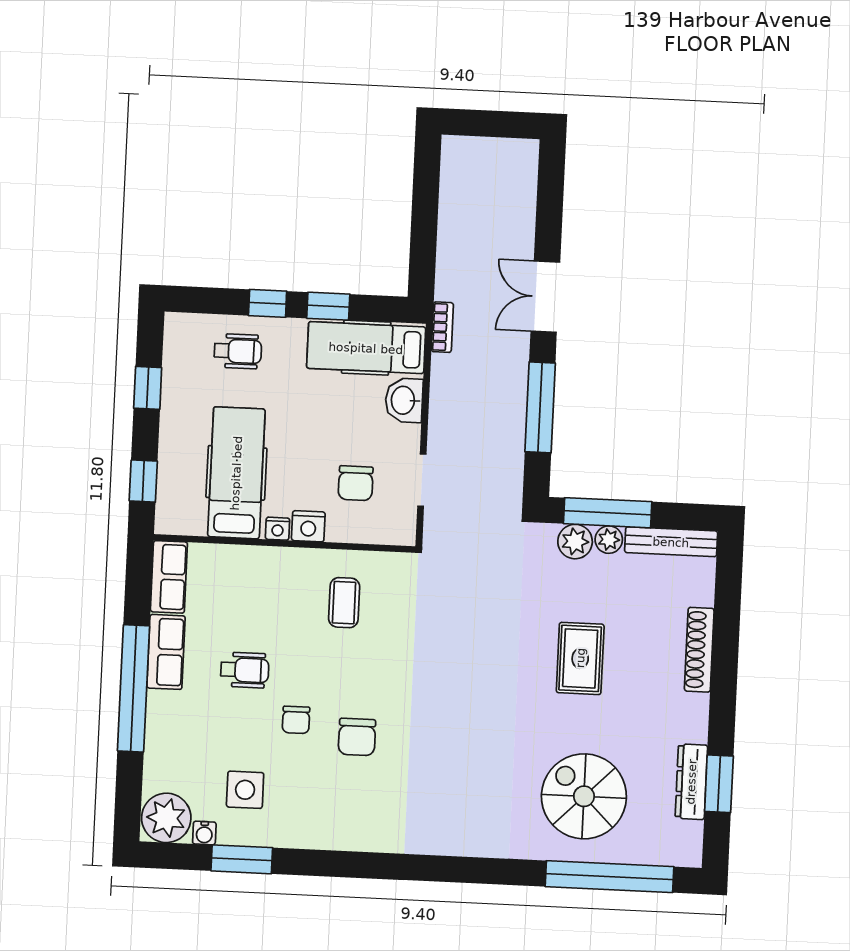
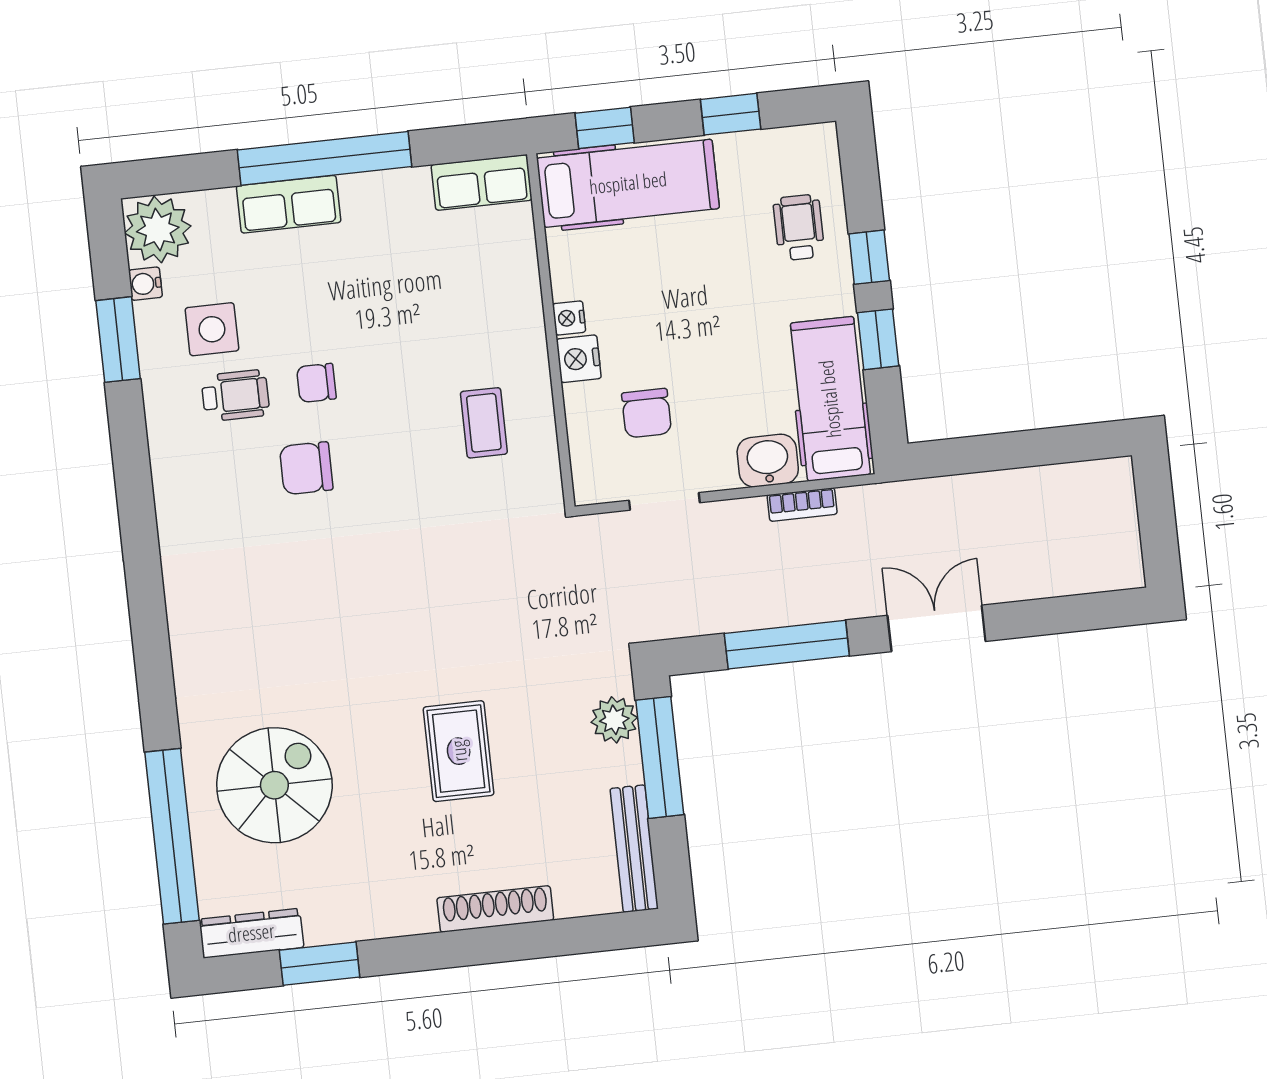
bookcase: (442, 327) -> (802, 505), moved
wheelchair: (238, 351) -> (799, 227), turned 180
hospital bed: (236, 473) -> (628, 183), moved
chair: (356, 483) -> (647, 413), turned -90
plant: (609, 540) -> (624, 765), removed
coffee table: (344, 603) -> (484, 423), turned 90
row of seats: (166, 652) -> (289, 204), moved
rug: (580, 658) -> (459, 751), turned 90
wheelchair: (245, 670) -> (235, 396), moved, turned -90
dresser: (691, 782) -> (251, 933), moved

